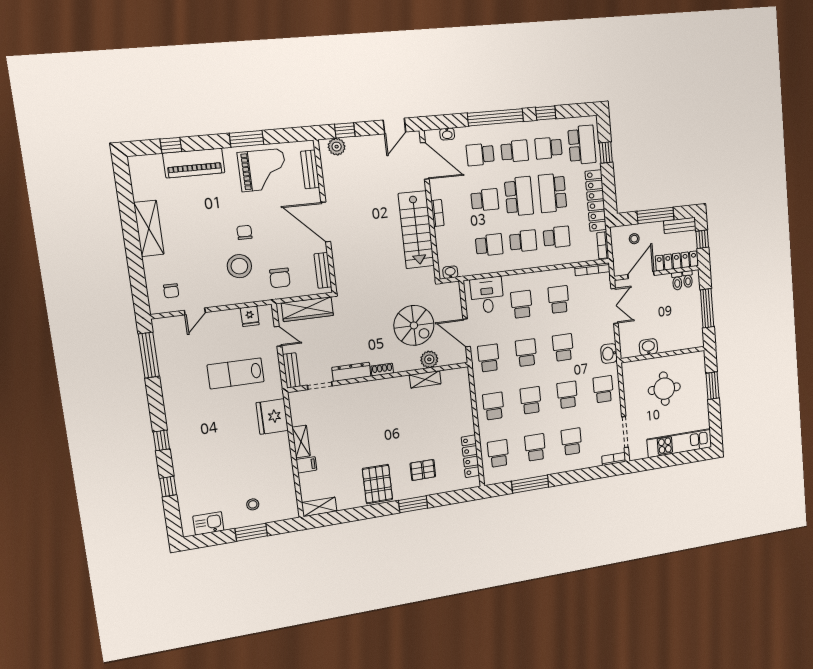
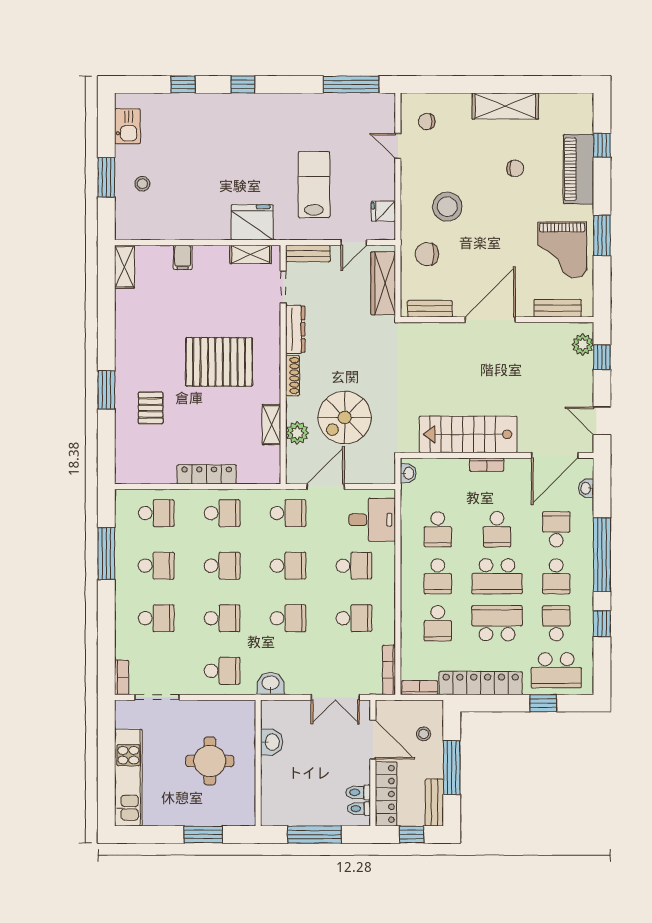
chair: (244, 232) -> (515, 168), moved
shoe rack: (382, 370) -> (293, 375), width x1.43
shelving: (301, 442) -> (251, 254), moved
locker: (470, 456) -> (207, 474), moved
pallet: (377, 484) -> (219, 362), moved, width x1.37, depth x1.41

